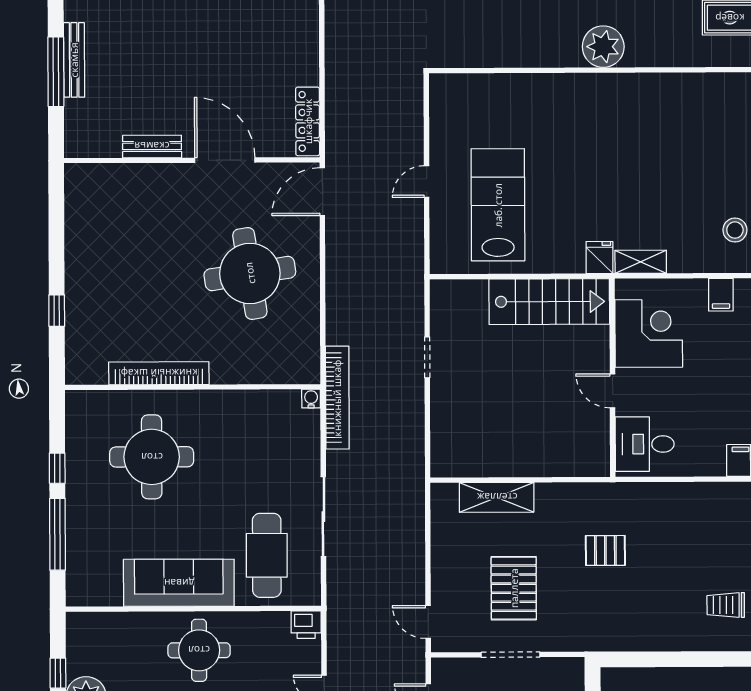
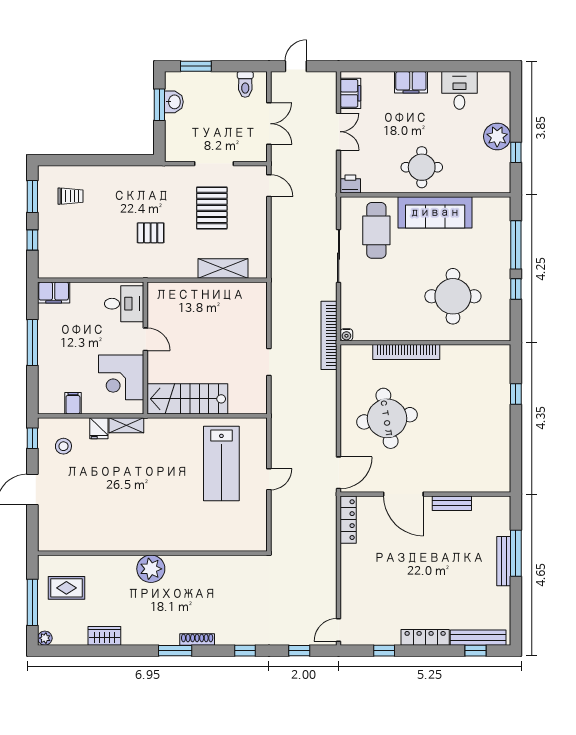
fridge: (599, 258) -> (99, 428), moved
bookcase: (159, 373) -> (406, 352), moved

